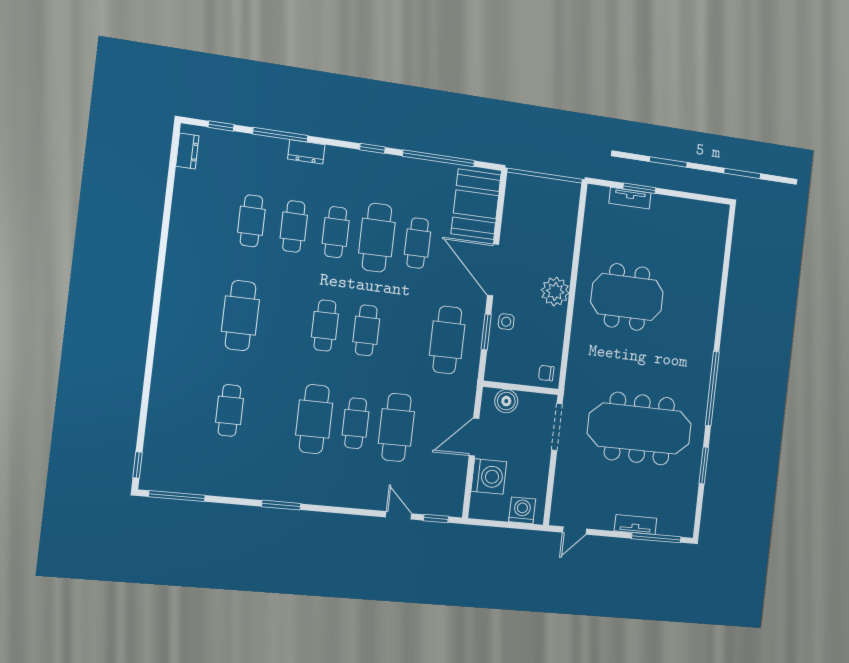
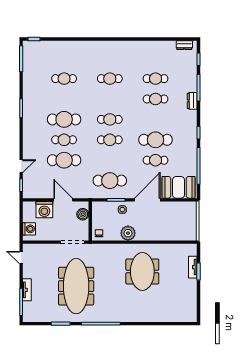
cafe table: (336, 232) -> (156, 119), removed
plant: (555, 291) -> (128, 233), moved
cafe table: (240, 316) -> (110, 79), width x0.73, depth x0.74

